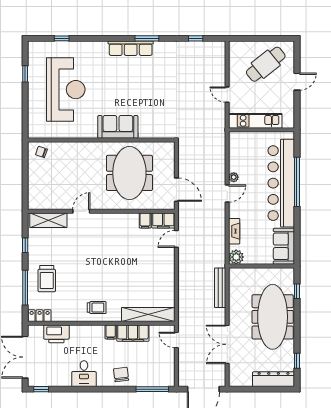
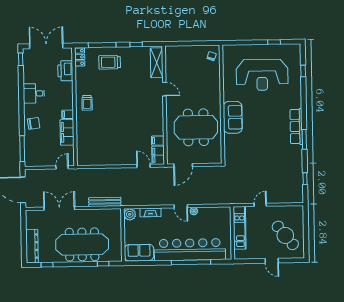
shelving: (148, 314) -> (82, 144), removed

